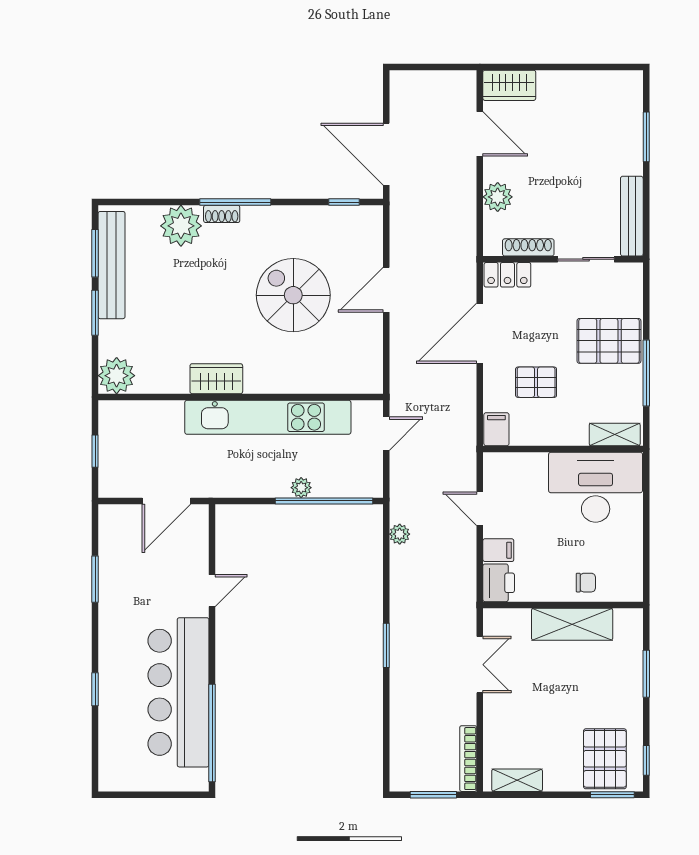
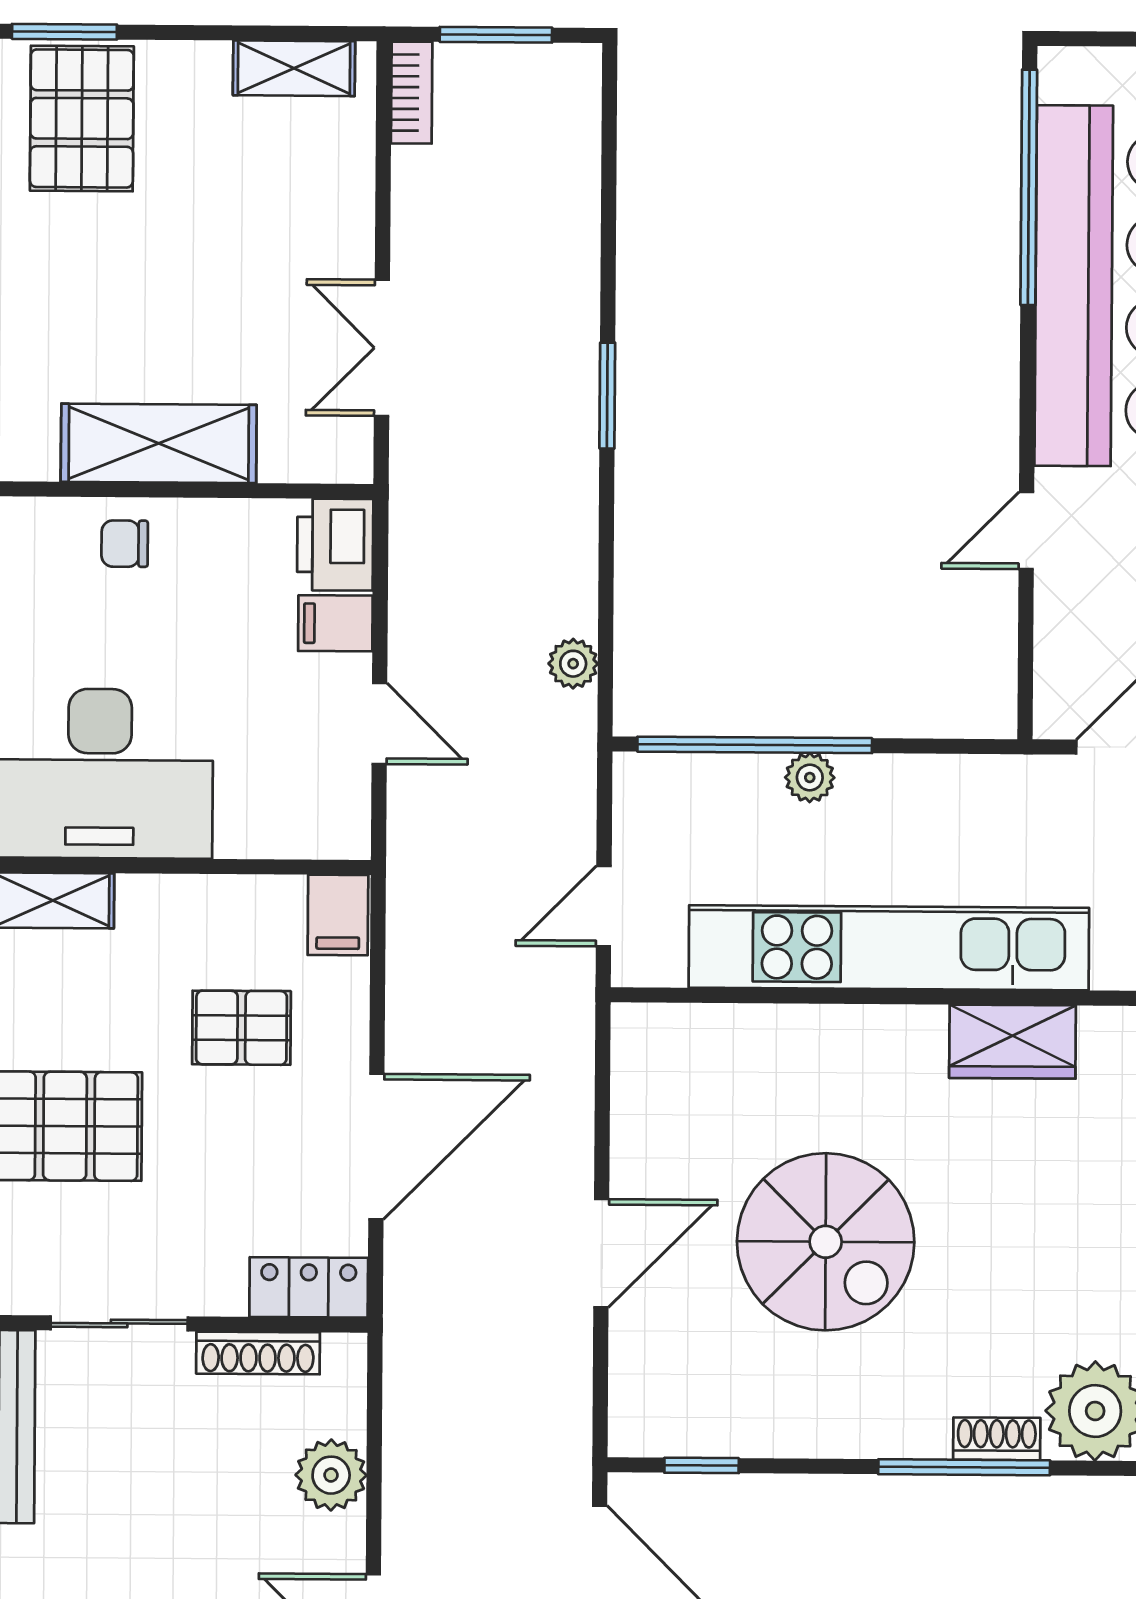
bookcase: (468, 759) -> (412, 93), width x0.64

